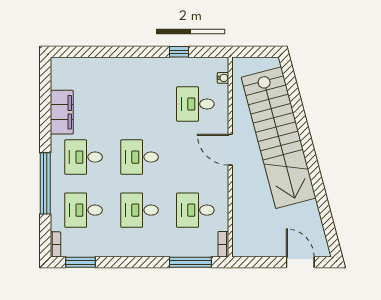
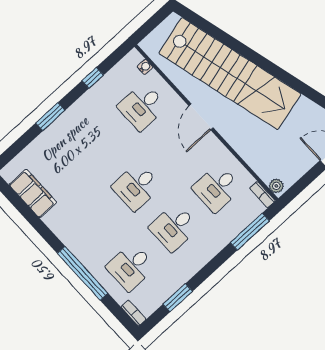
window: (124, 52) -> (50, 117), added
filing cabinet: (62, 112) -> (33, 194), moved
door: (230, 150) -> (201, 117), hinge flipped
desk: (83, 157) -> (93, 226), removed
plant: (239, 247) -> (276, 186), added
window: (81, 262) -> (178, 298), moved

